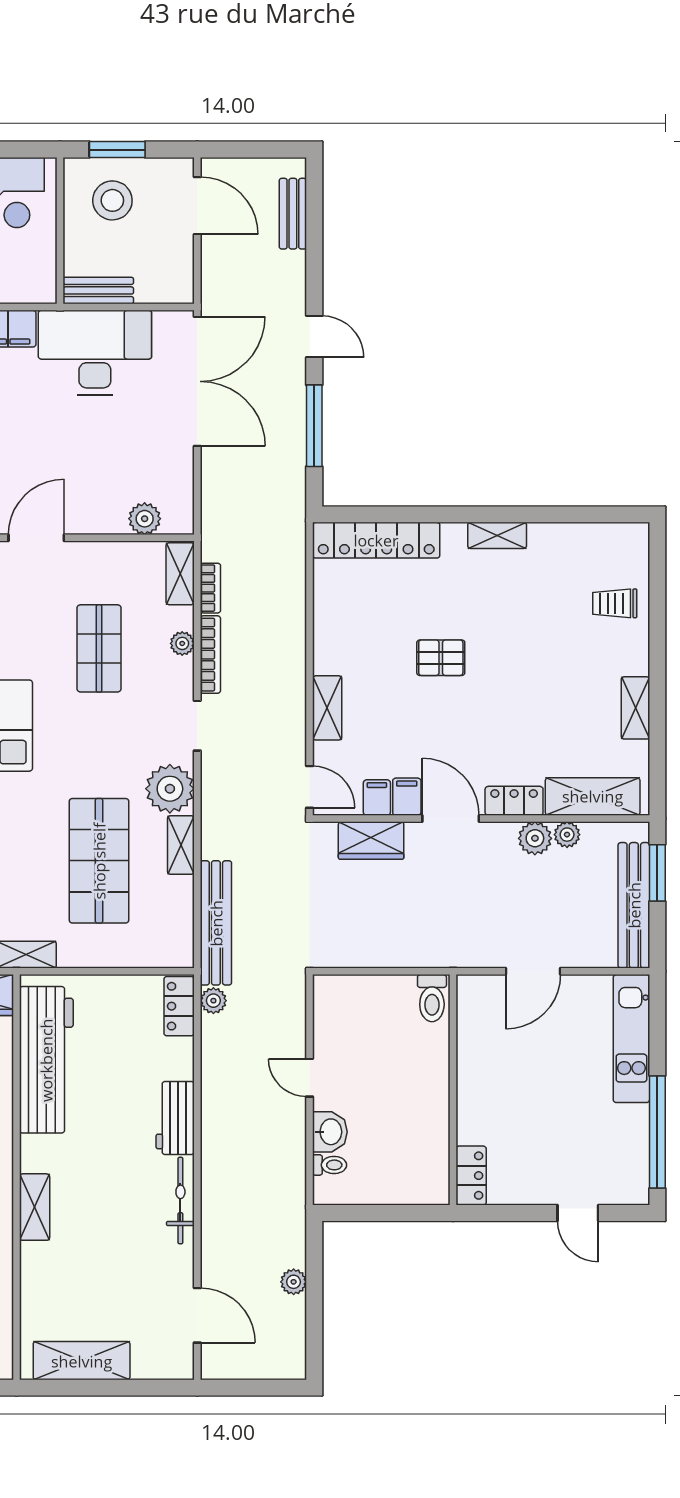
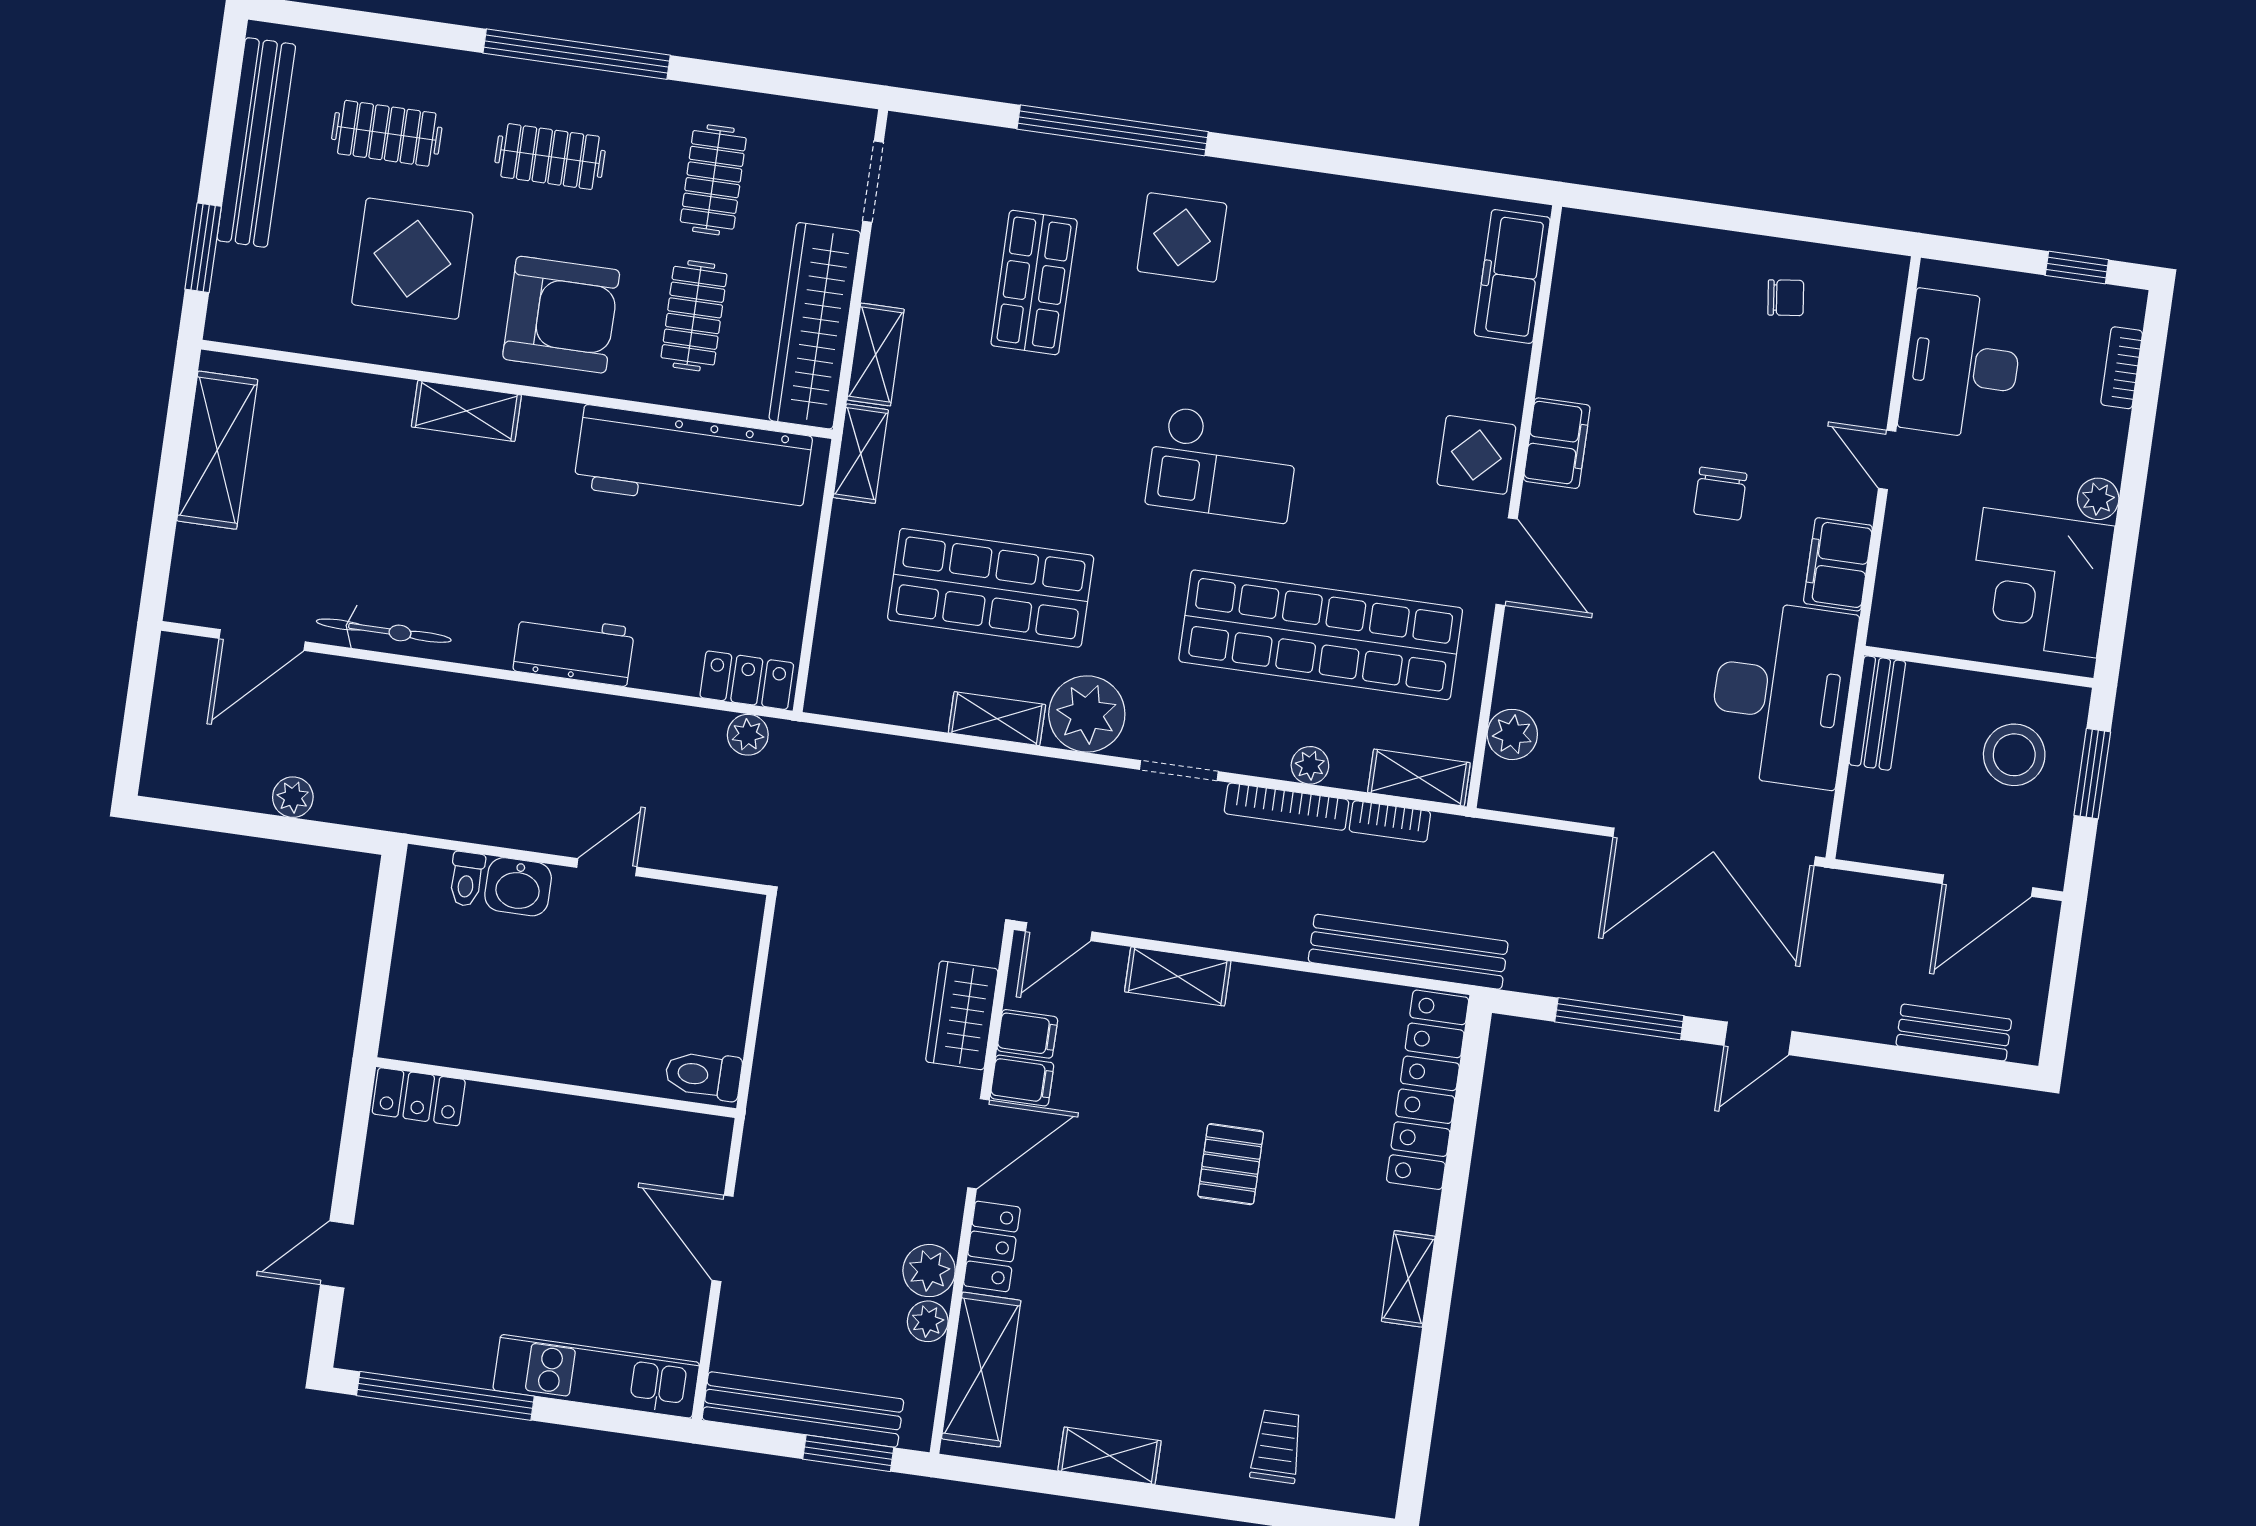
shop shelf: (99, 648) -> (1321, 635), width x2.00, depth x1.36
bench: (216, 923) -> (1408, 952), moved
bicycle: (180, 1201) -> (384, 631), moved

